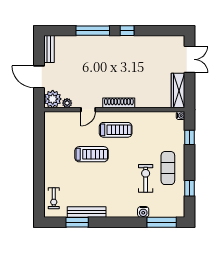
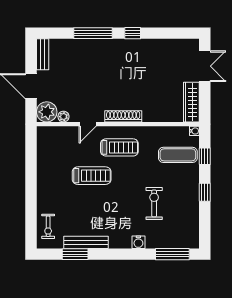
exercise mat: (168, 168) -> (178, 155), moved, turned 90
window: (190, 188) -> (205, 192), moved
water cooler: (143, 212) -> (138, 242), moved

